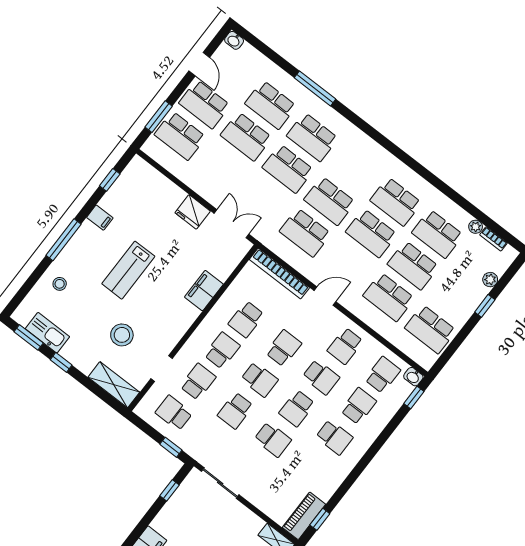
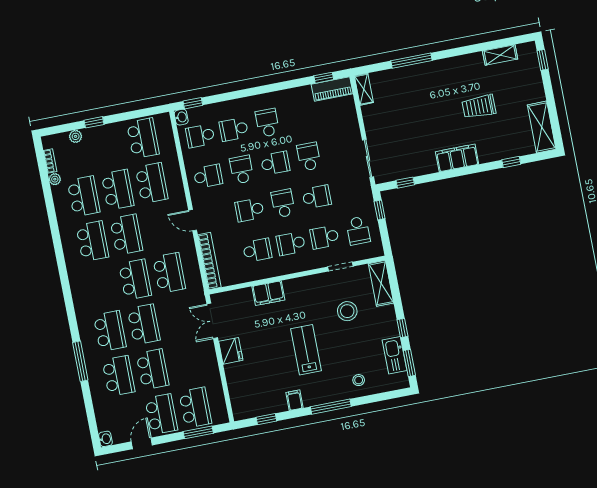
lab bench: (128, 270) -> (306, 350), turned -90

